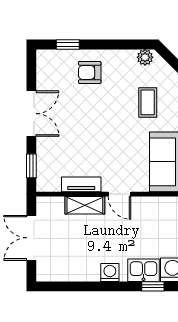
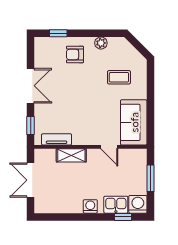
plant: (145, 57) -> (101, 43), moved
coffee table: (148, 102) -> (119, 77), turned 90
tv unit: (81, 184) -> (57, 139), moved
door: (120, 194) -> (109, 147), moved

